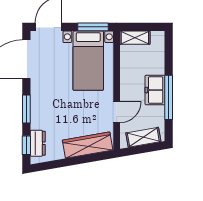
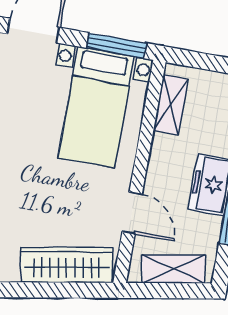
shelving: (135, 38) -> (171, 105), moved, turned 90
door: (117, 112) -> (132, 213), hinge flipped

